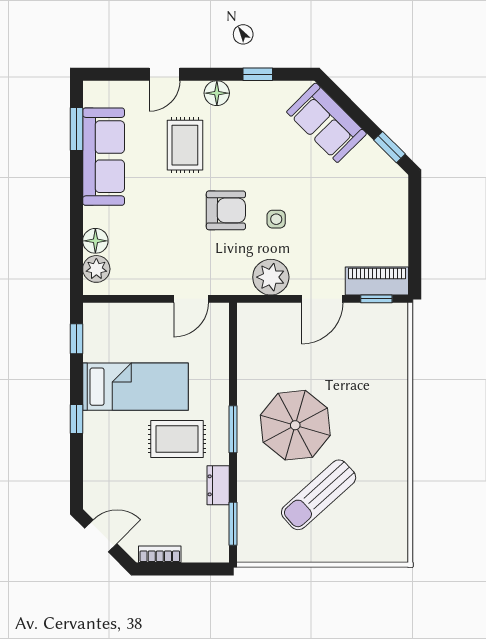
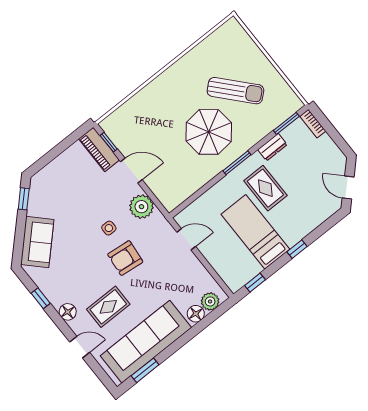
sofa: (104, 157) -> (146, 342), width x1.36, depth x1.27
armchair: (226, 210) -> (125, 258), turned -84
bookcase: (160, 554) -> (313, 124), moved

